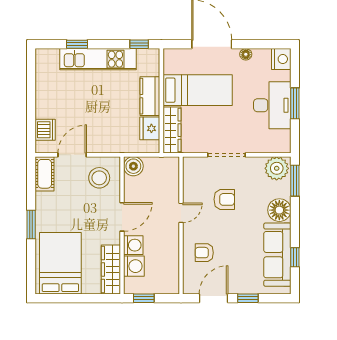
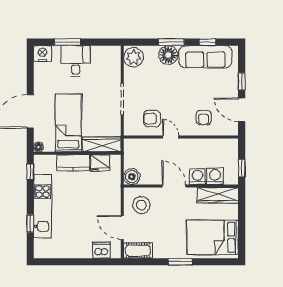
floor lamp: (246, 54) -> (39, 147), moved
window: (295, 103) -> (67, 42), moved
desk: (272, 105) -> (76, 61), width x0.73
window: (295, 181) -> (171, 42), moved
armchair: (224, 199) -> (152, 119), moved, turned -90

